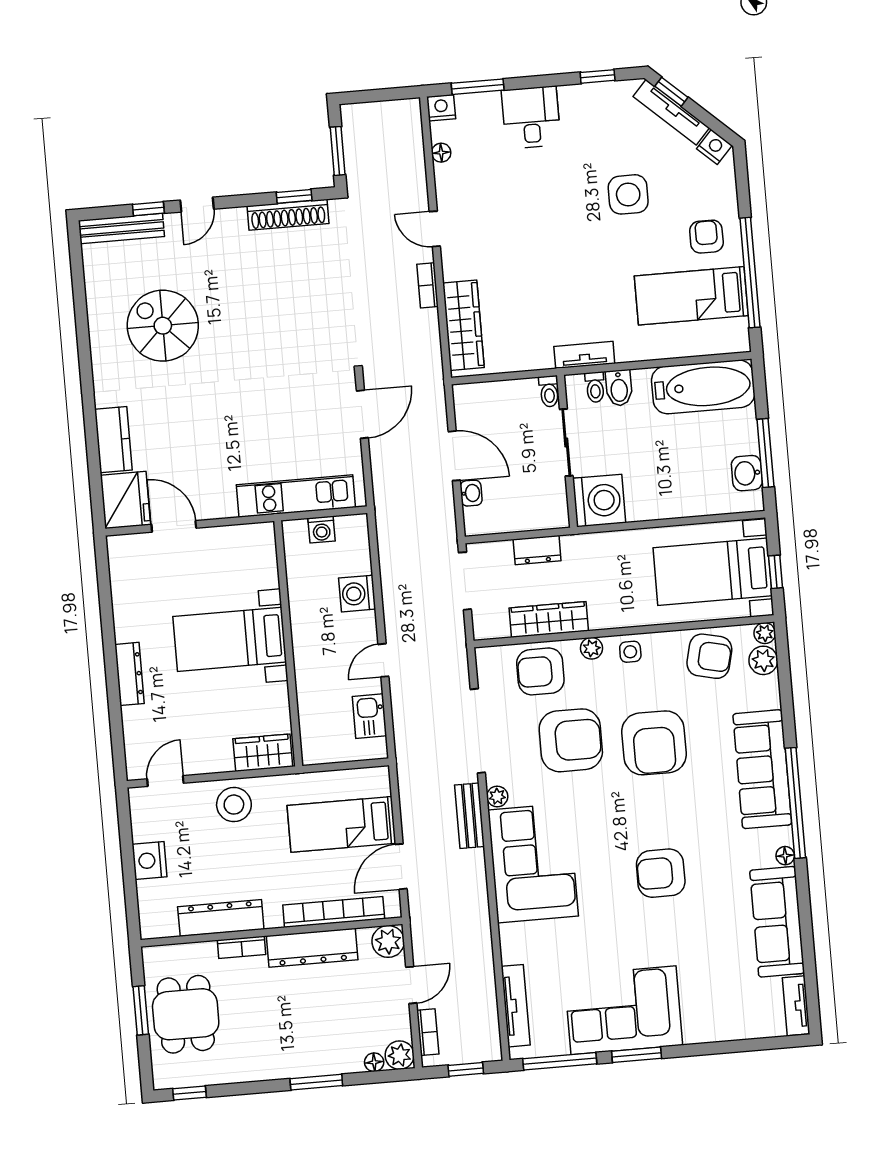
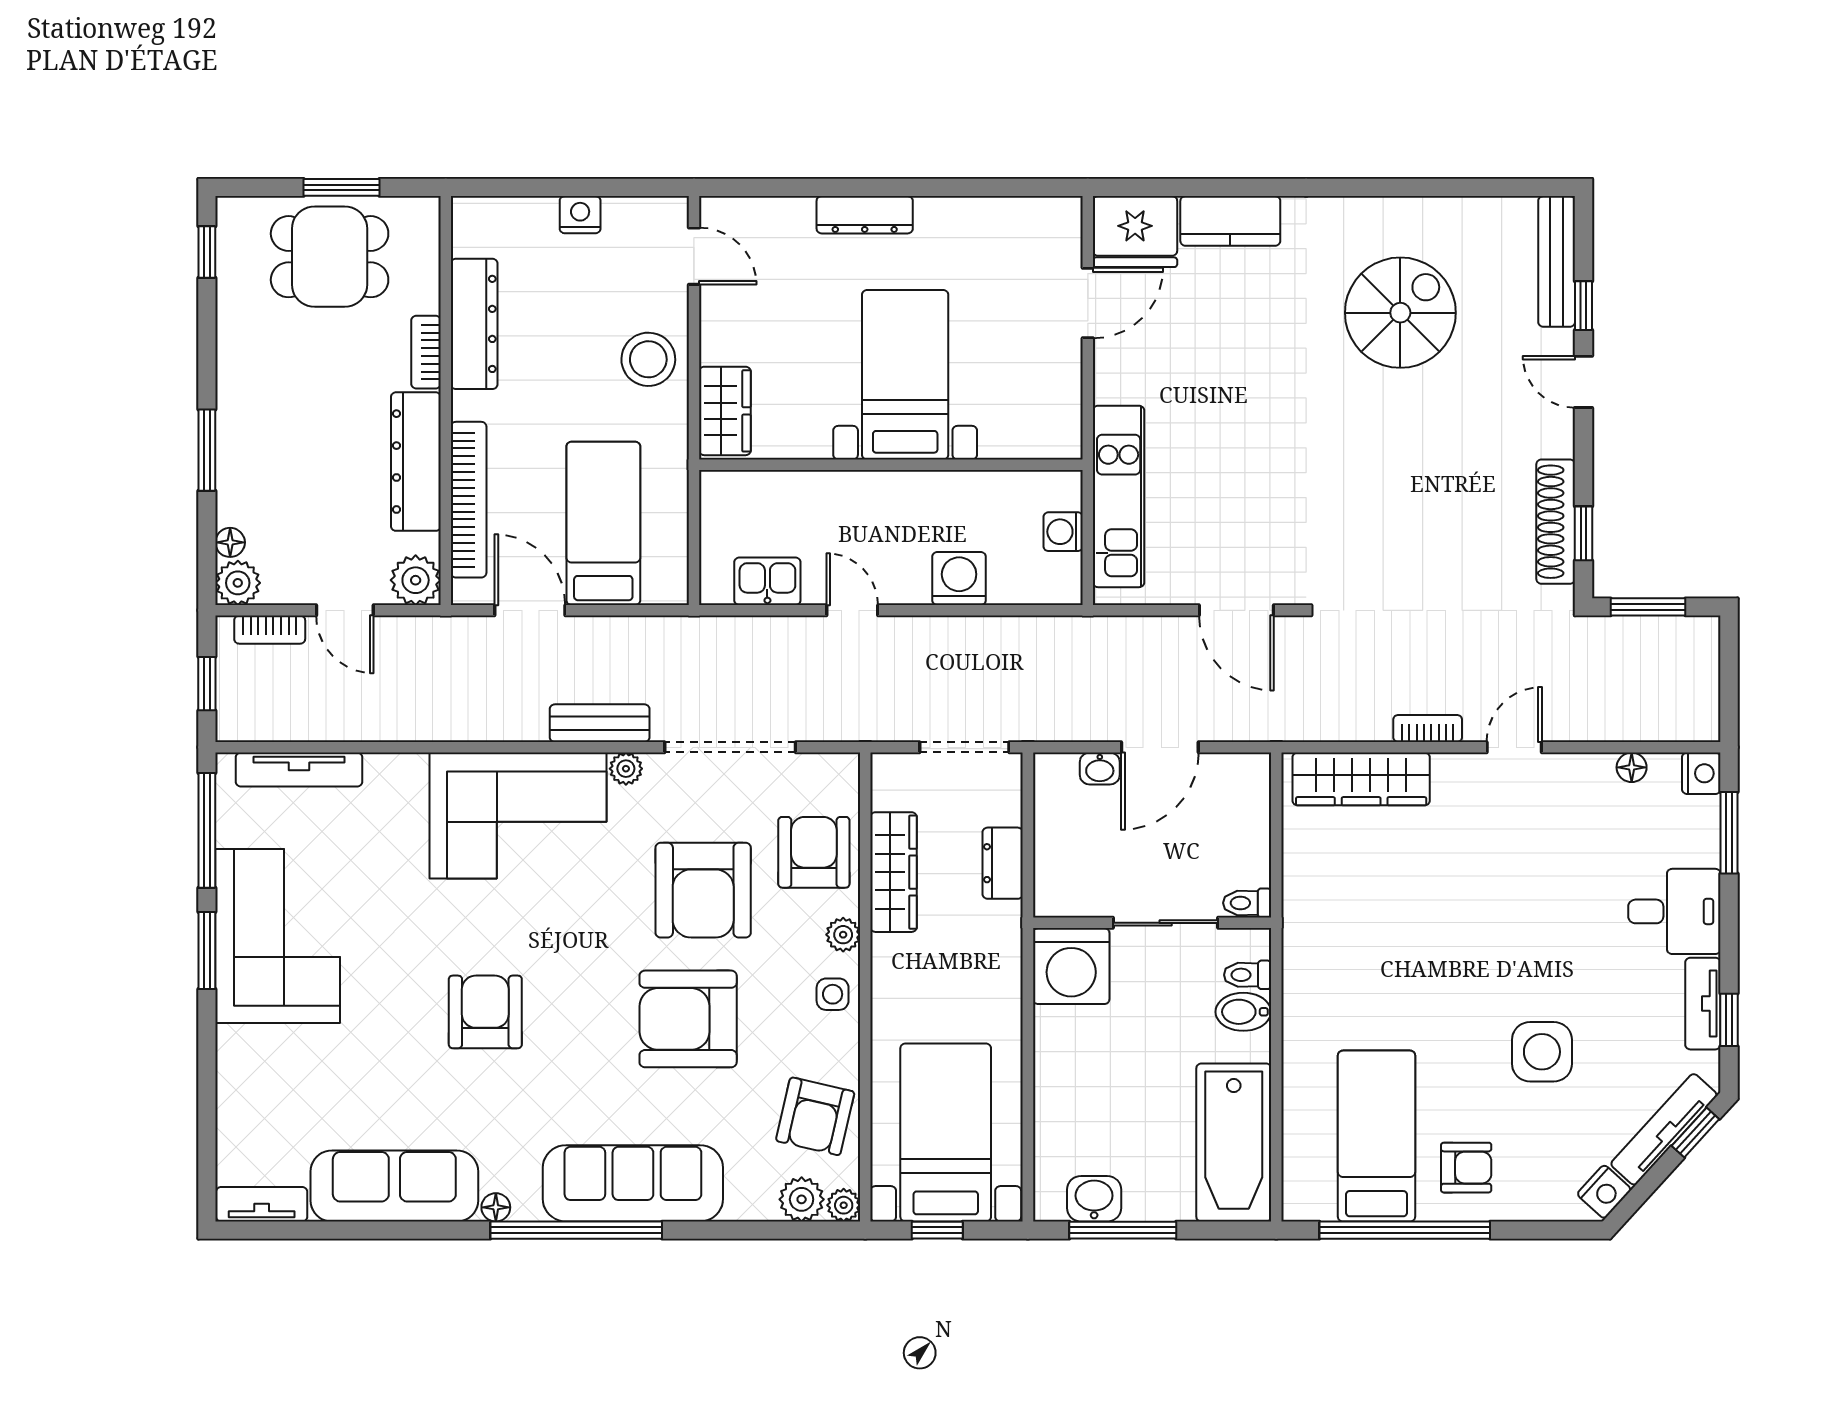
tv unit: (584, 355) -> (1703, 1004), moved, turned 180
nightstand: (149, 861) -> (580, 215), width x0.74, depth x0.75

